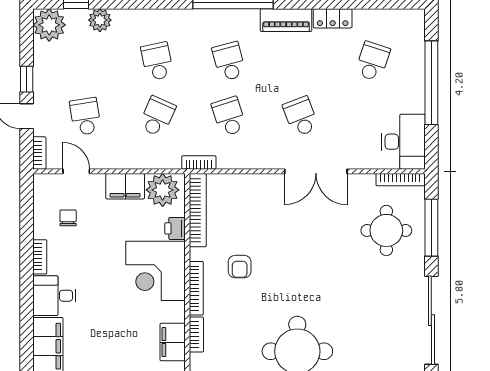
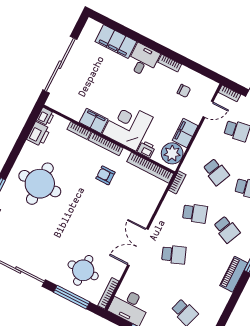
locker: (333, 18) -> (221, 302), removed
school desk: (229, 61) -> (227, 229), turned 39
filing cabinet: (173, 342) -> (94, 121), moved

